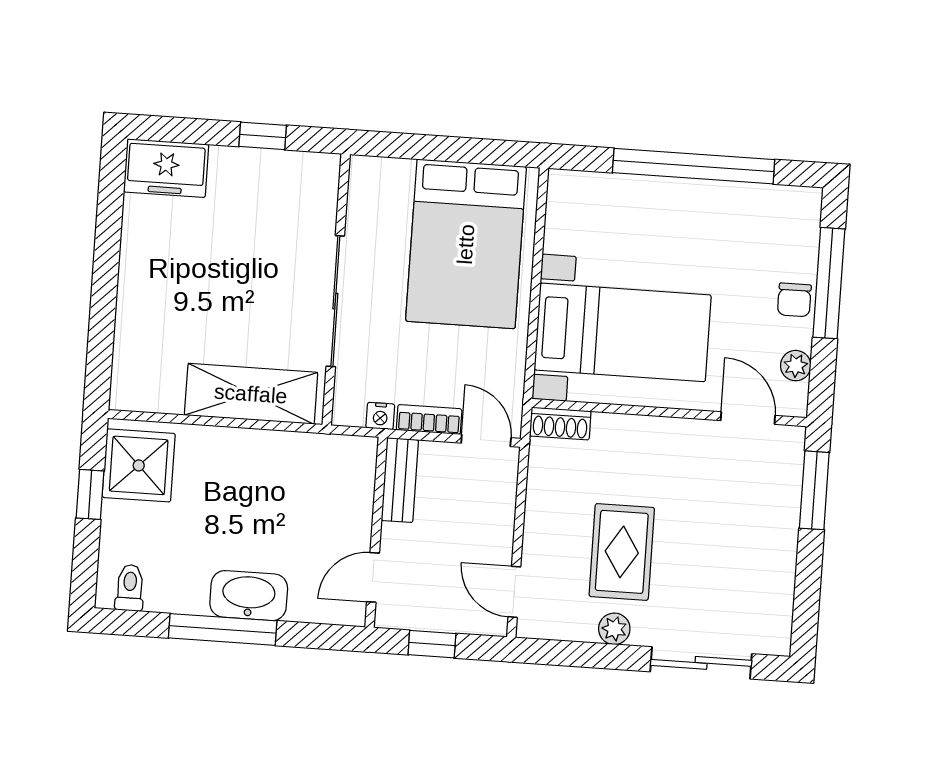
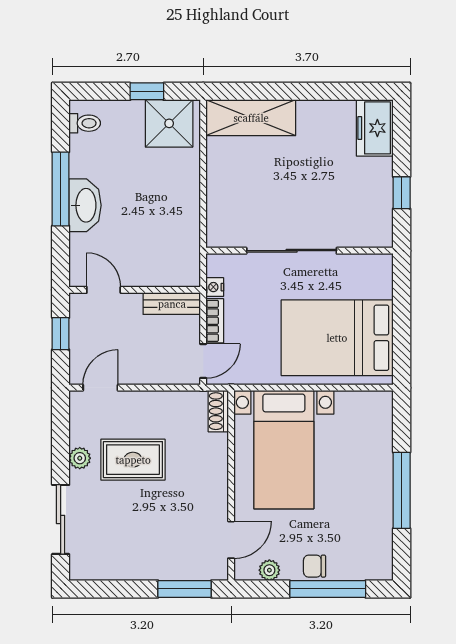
window: (694, 166) -> (402, 490), width x0.68
shelving: (251, 394) -> (251, 118), moved, turned 90

